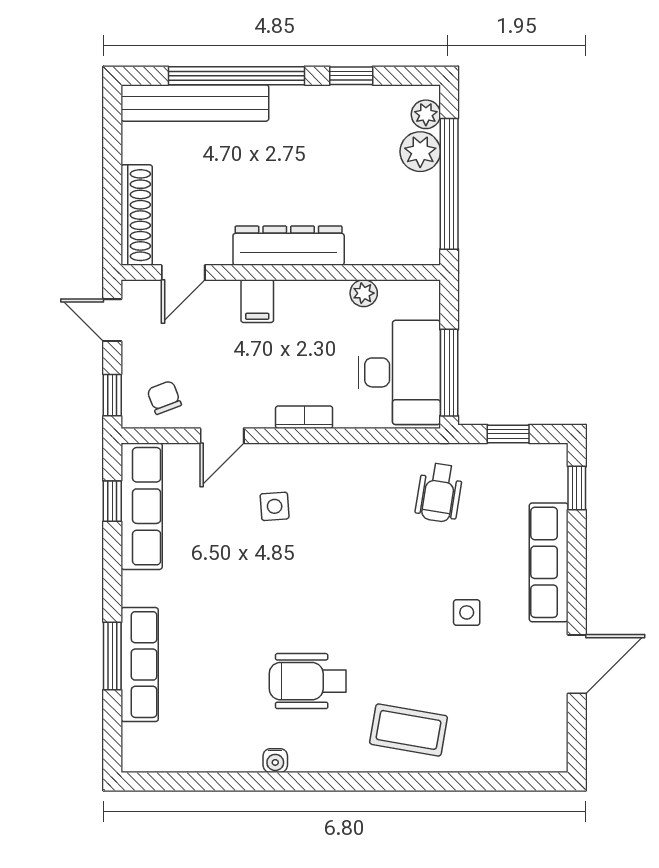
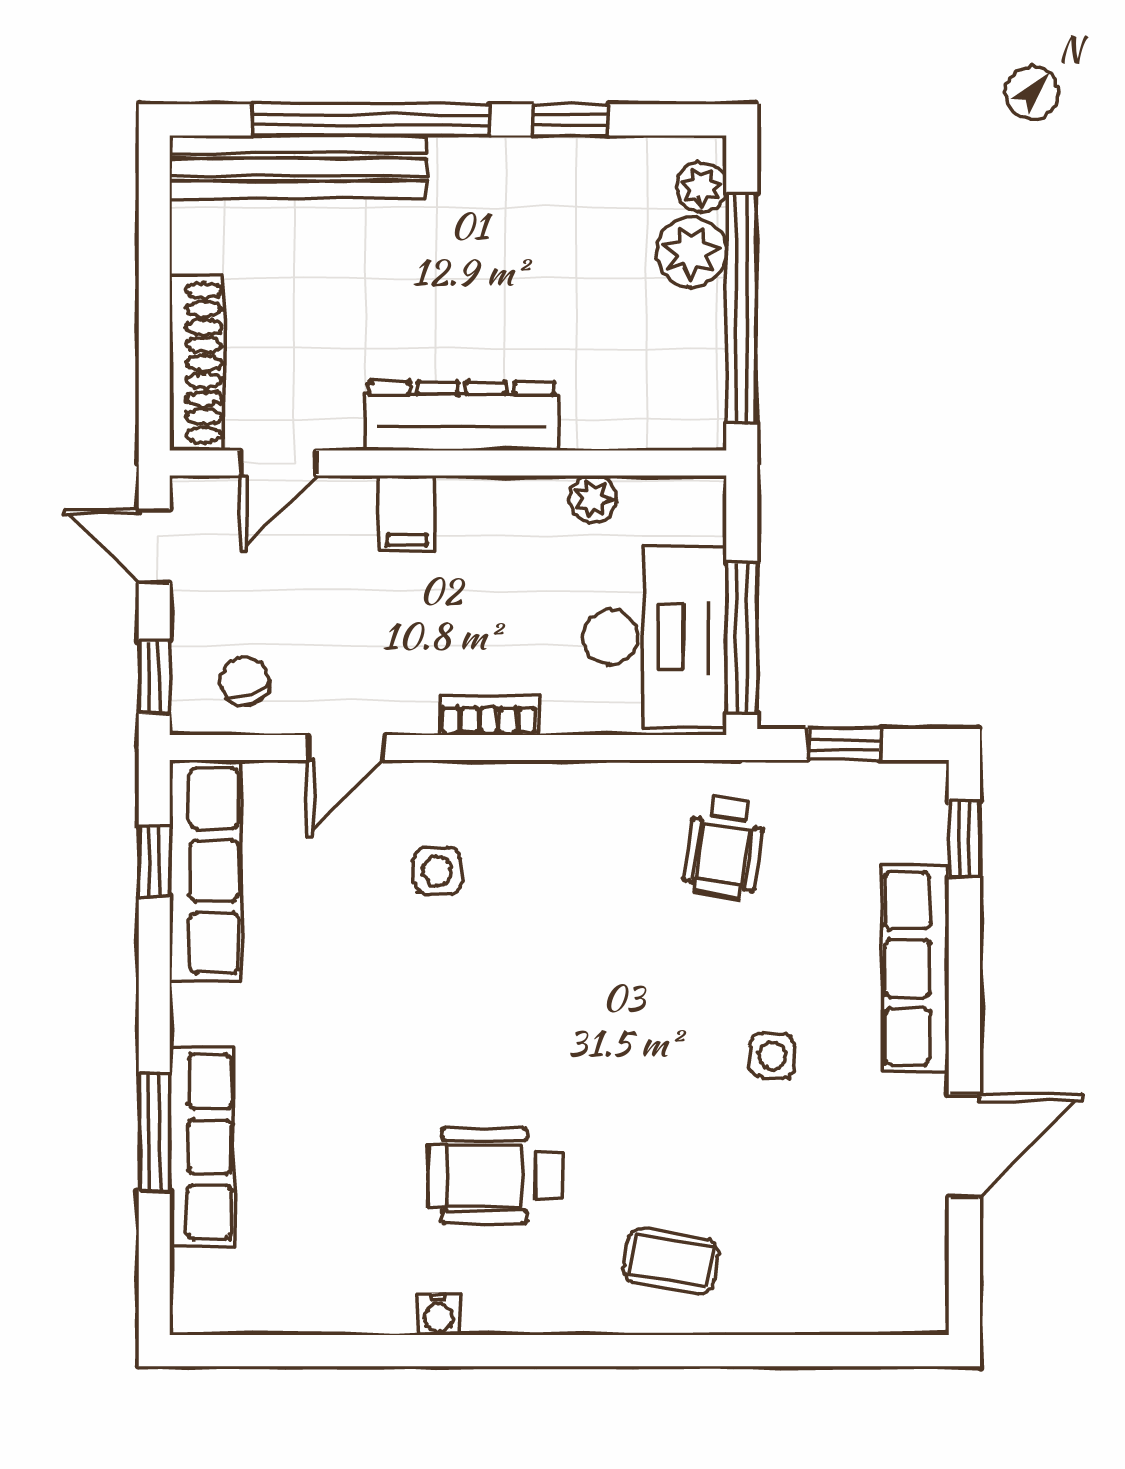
coffee table: (409, 730) -> (671, 1261), width x0.73, depth x0.77

